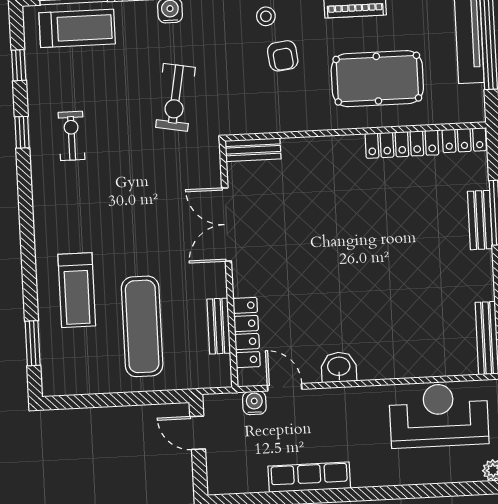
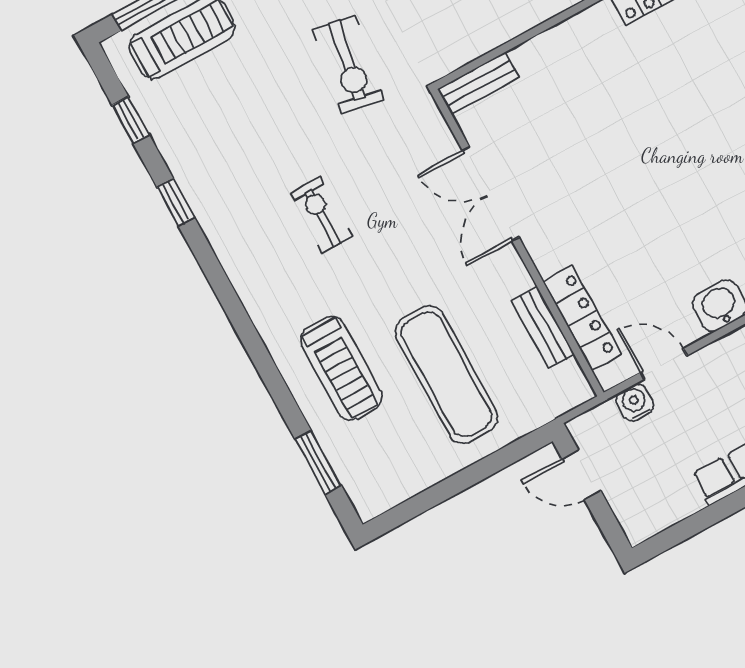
exercise bike: (72, 136) -> (321, 215), moved

